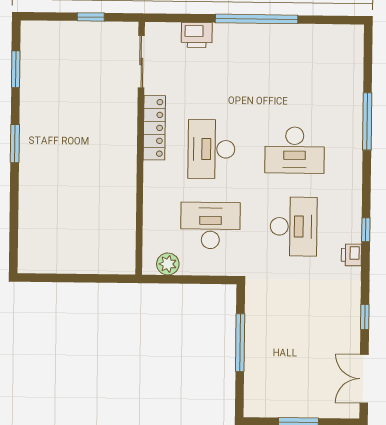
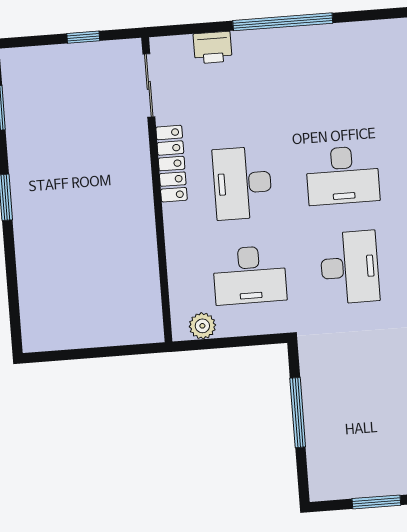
desk: (210, 225) -> (250, 275), turned 180

